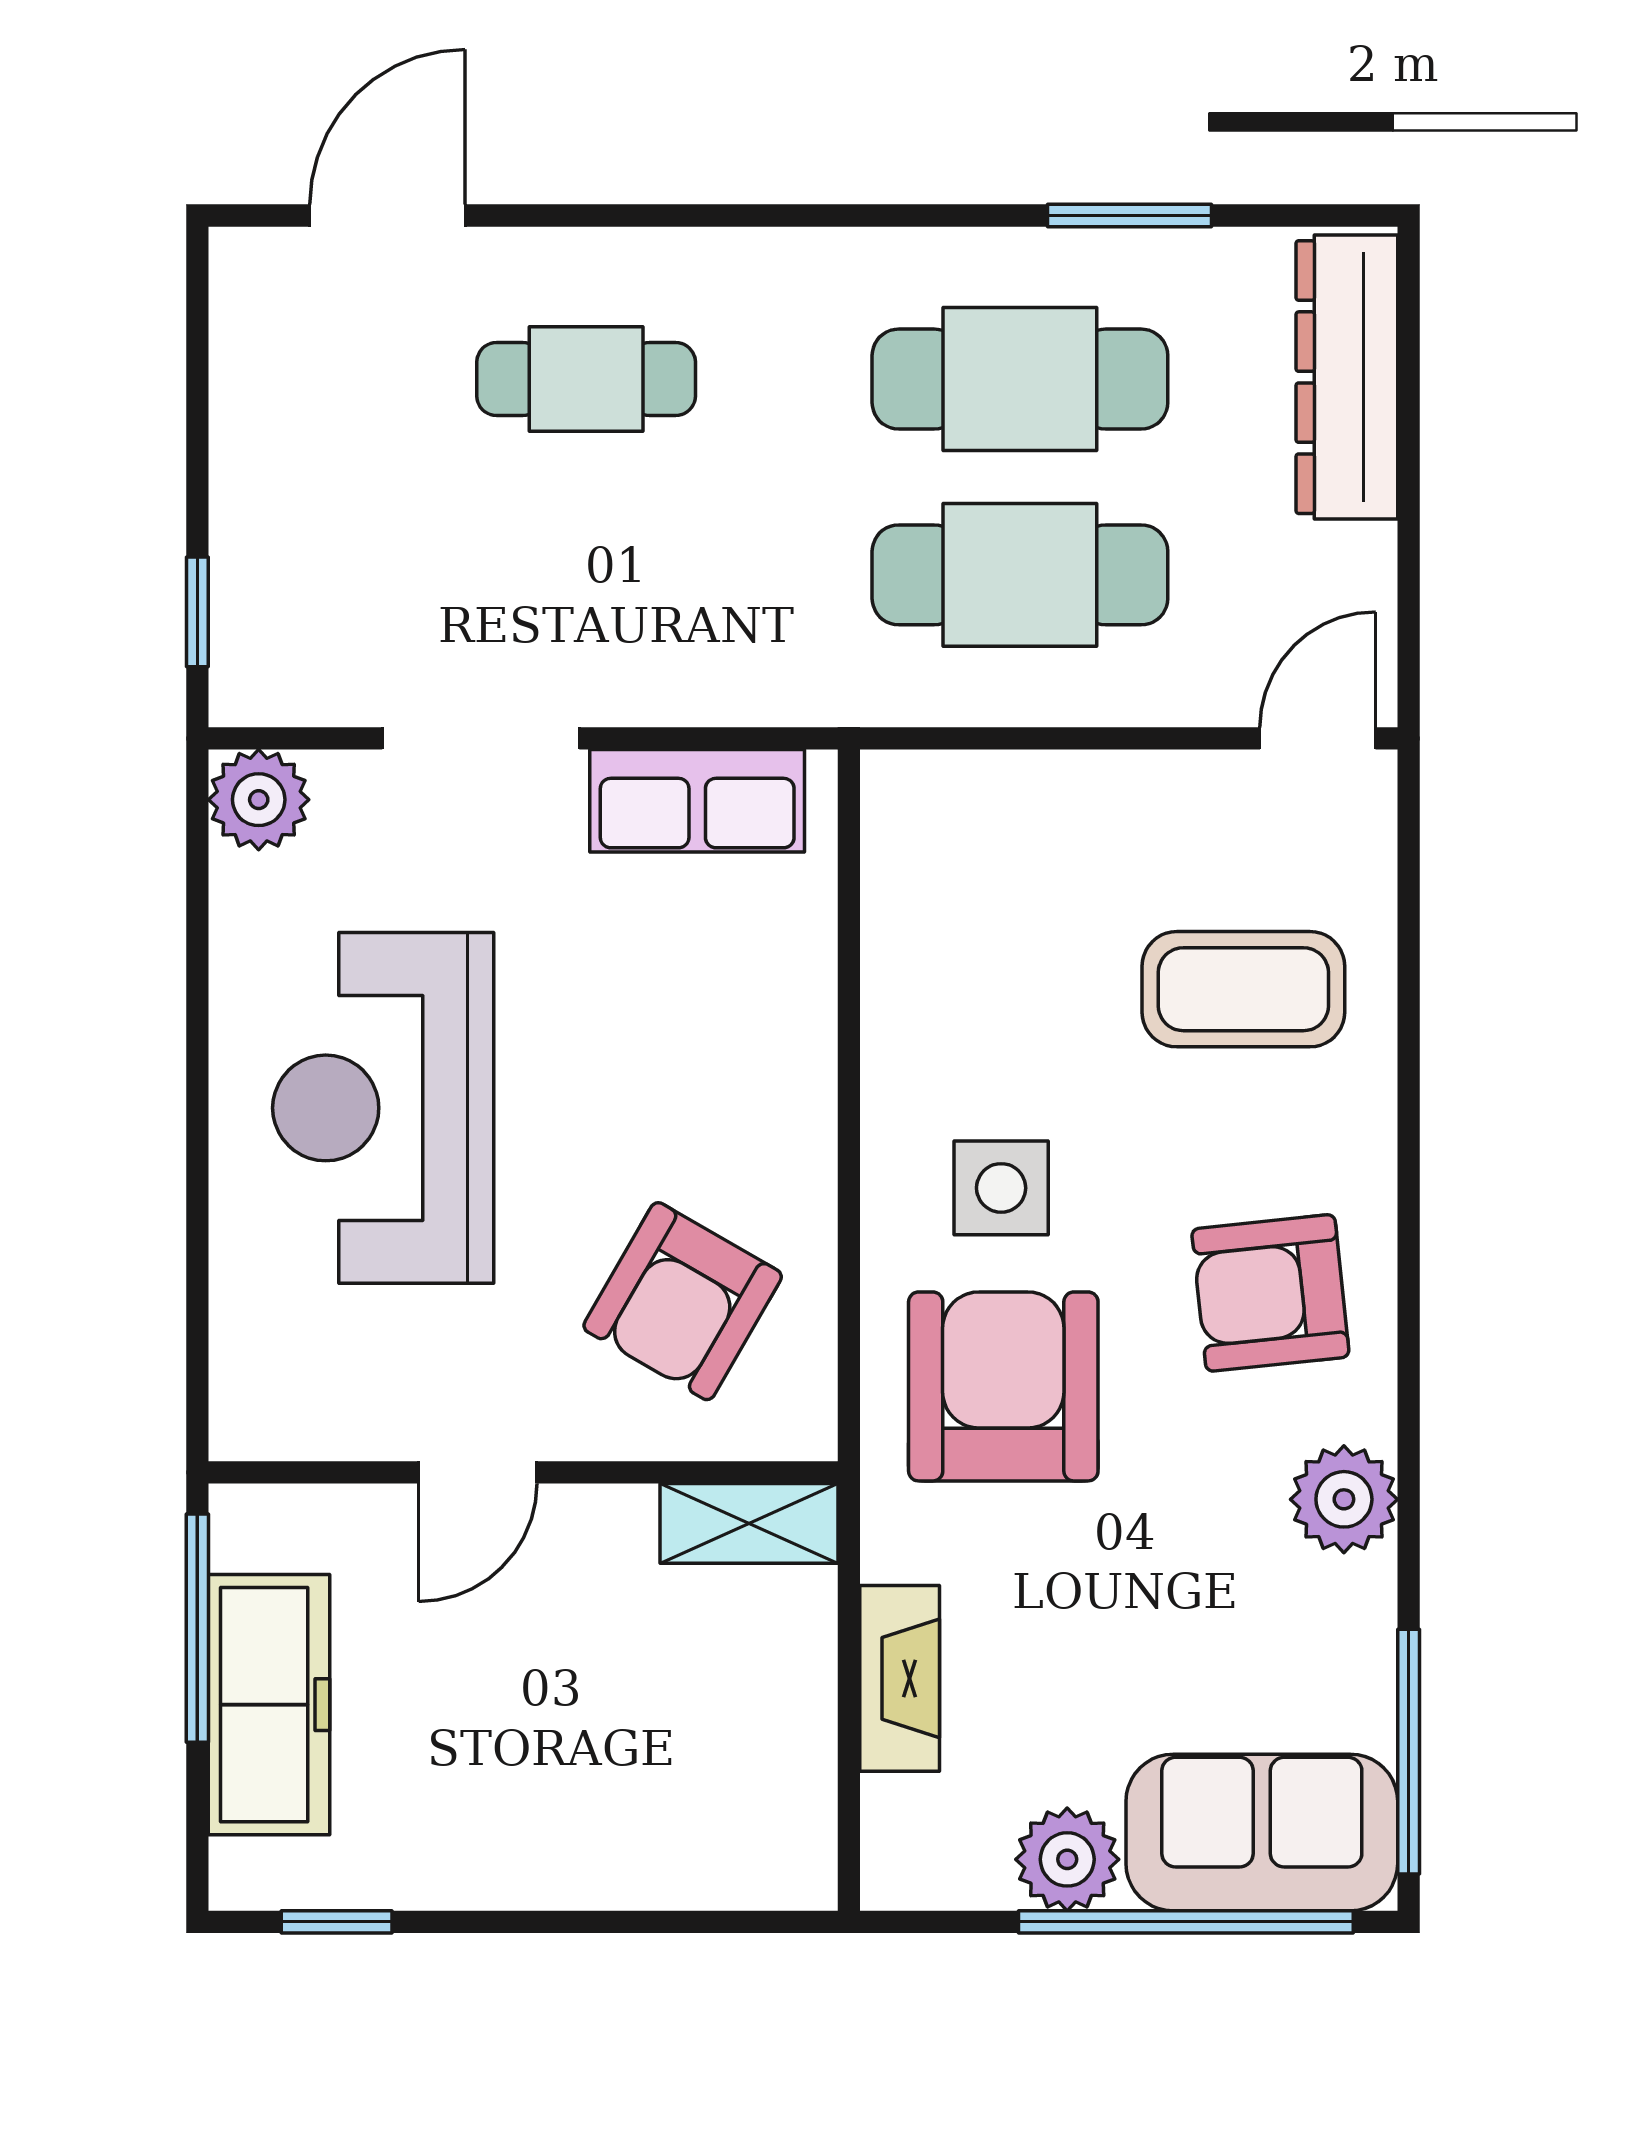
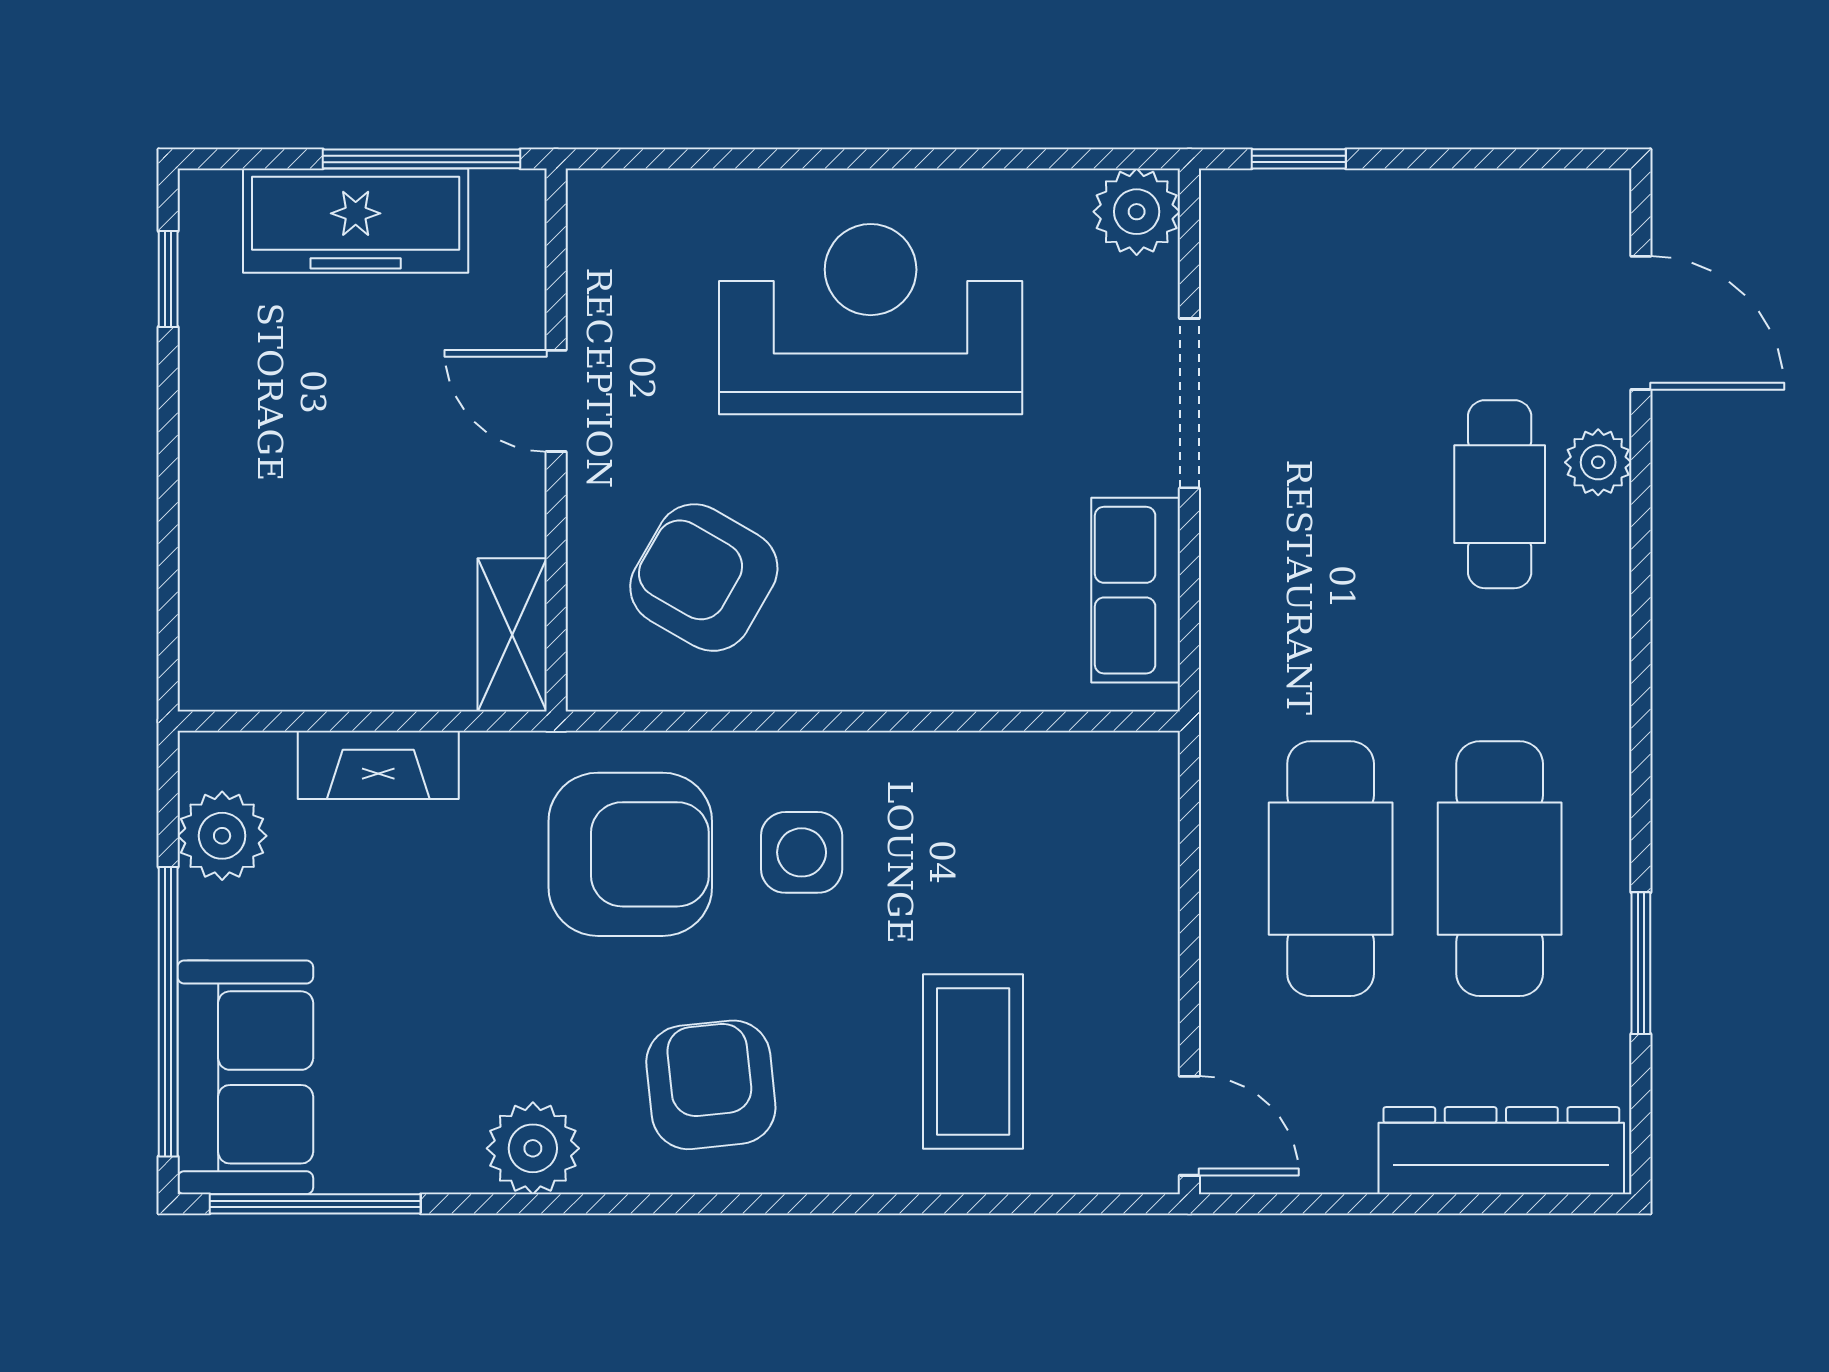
plant: (549, 265) -> (1598, 462), added
plant: (1067, 1859) -> (222, 836), moved

